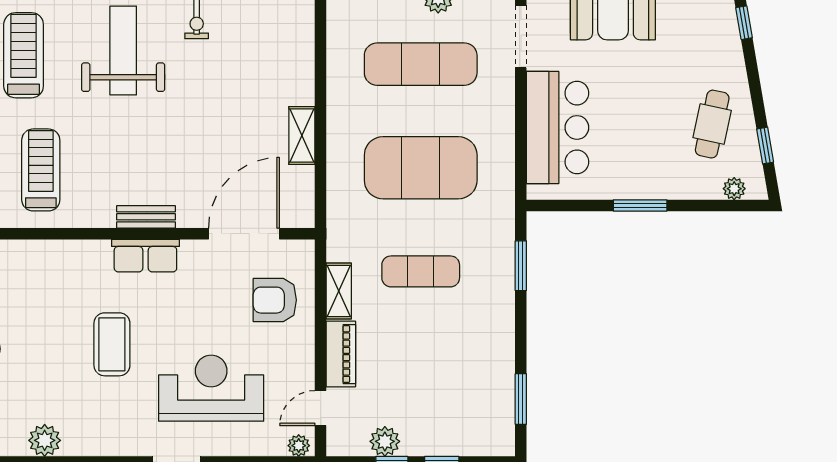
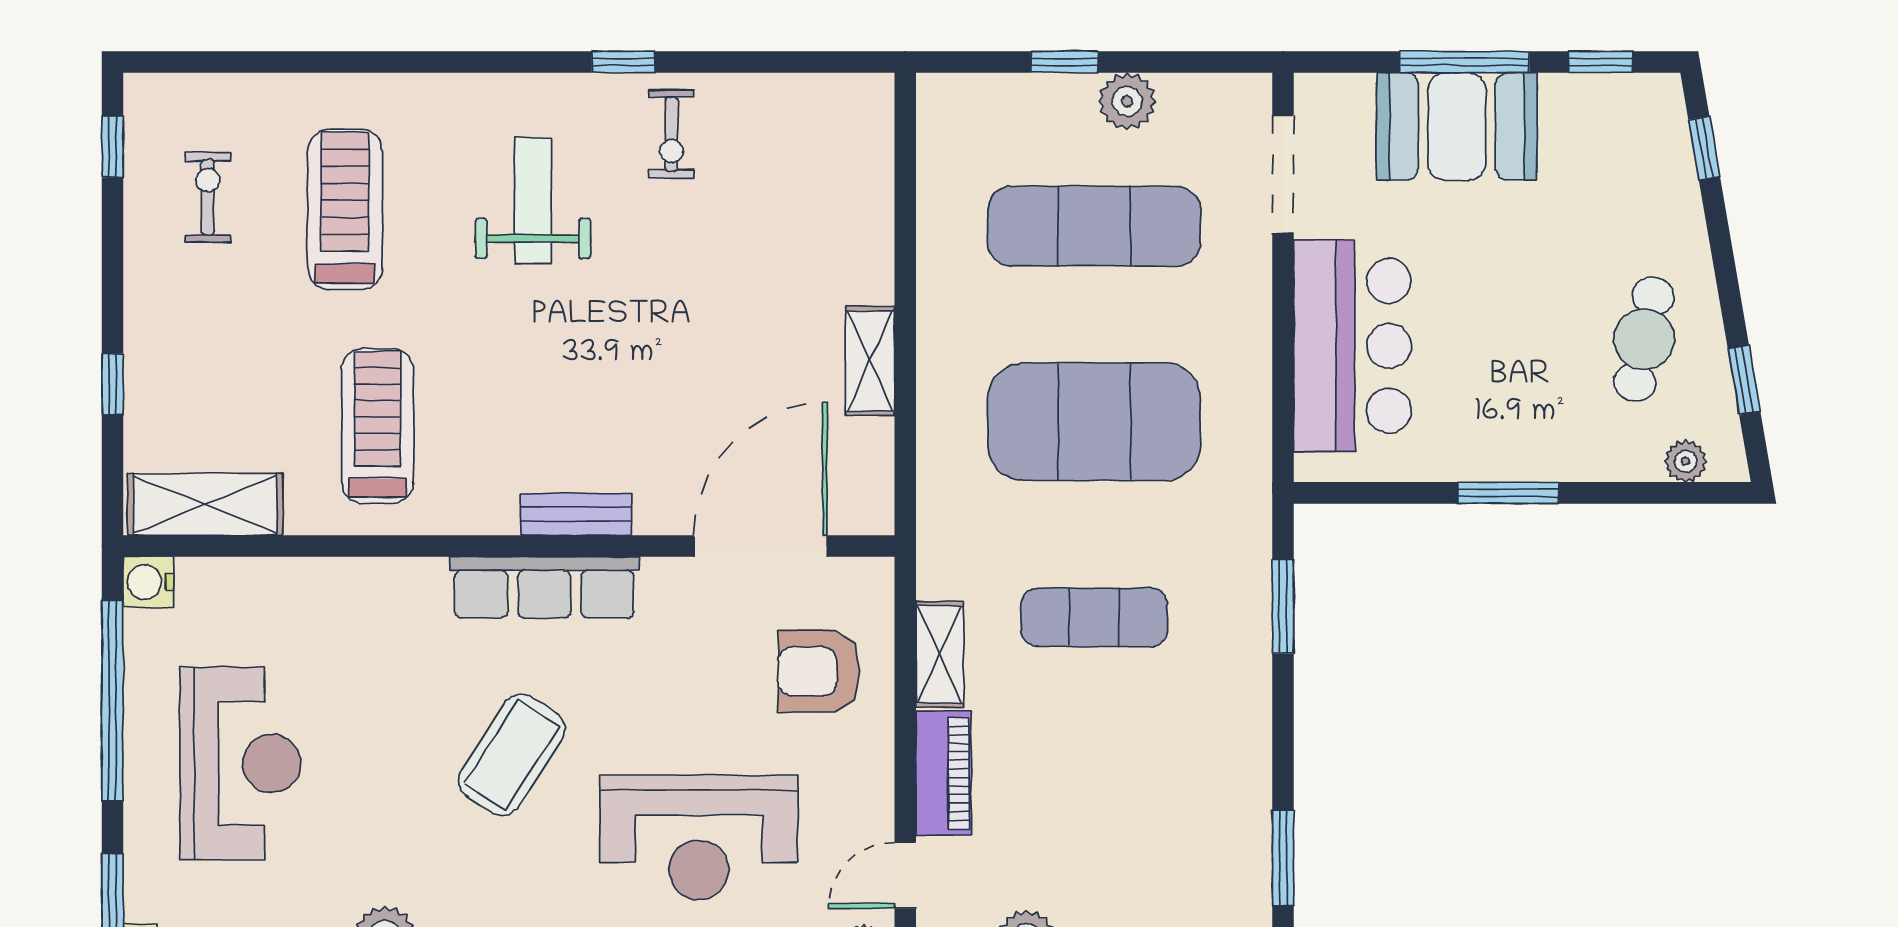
weight bench: (123, 51) -> (533, 201), width x0.73, depth x0.75
row of seats: (145, 256) -> (544, 587), width x1.48
coffee table: (112, 344) -> (512, 755), turned 33
reception desk: (211, 388) -> (699, 837), turned 180

